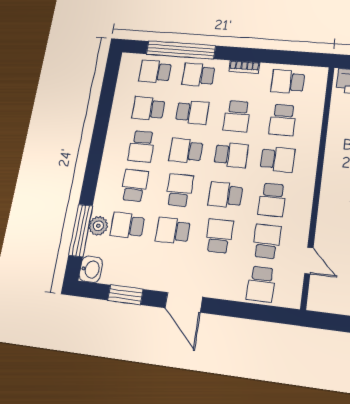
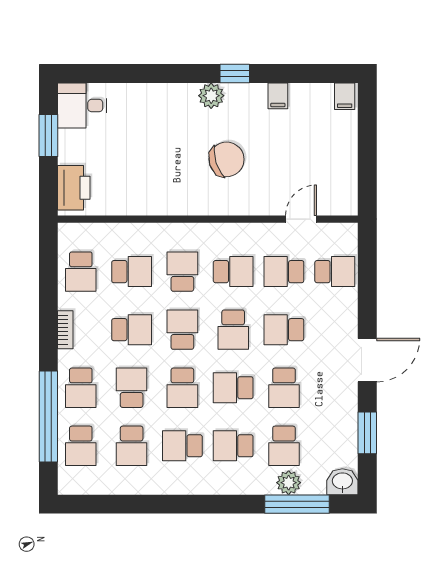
school desk: (142, 146) -> (182, 446), turned 180

